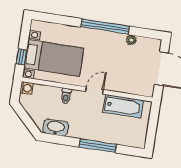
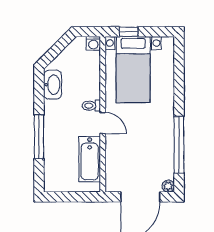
window: (105, 27) -> (179, 145), moved
plant: (131, 40) -> (168, 186), moved
toilet: (66, 96) -> (91, 106), moved

